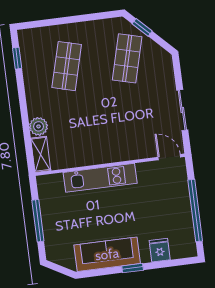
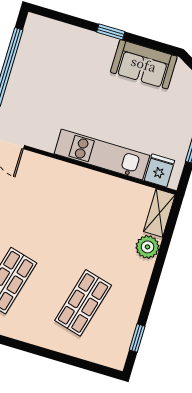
fridge: (160, 250) -> (159, 171), moved, turned 180
sofa: (107, 254) -> (144, 64), width x0.73

